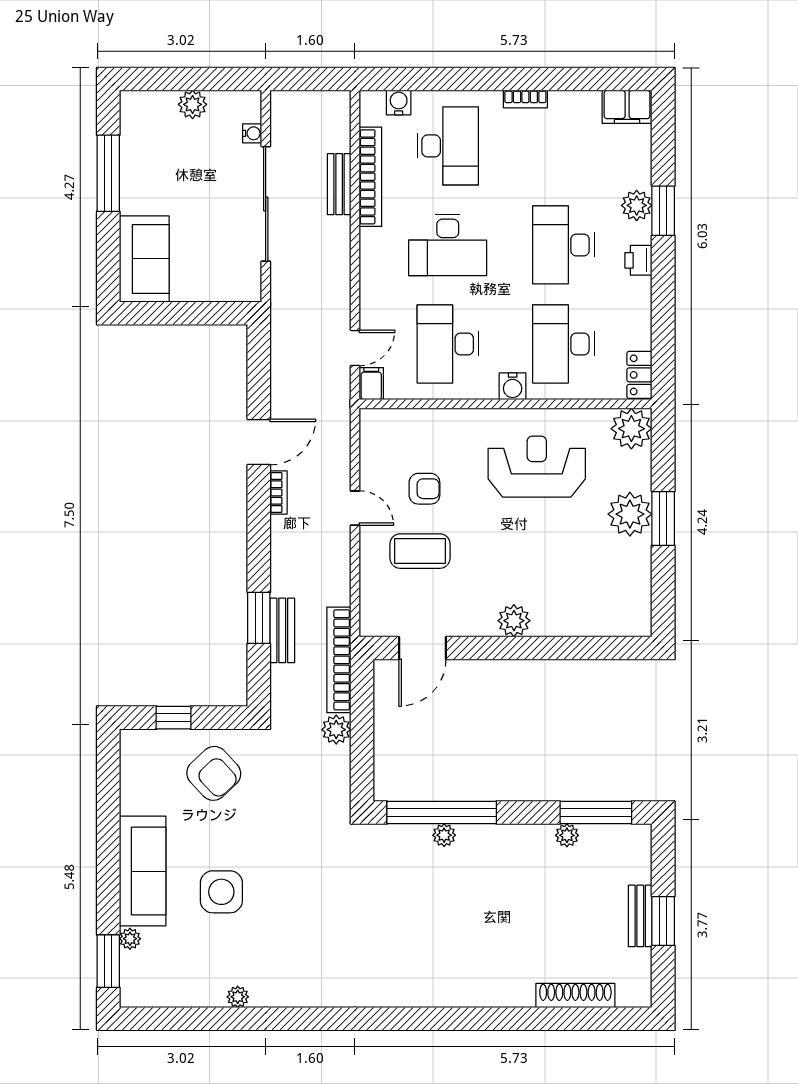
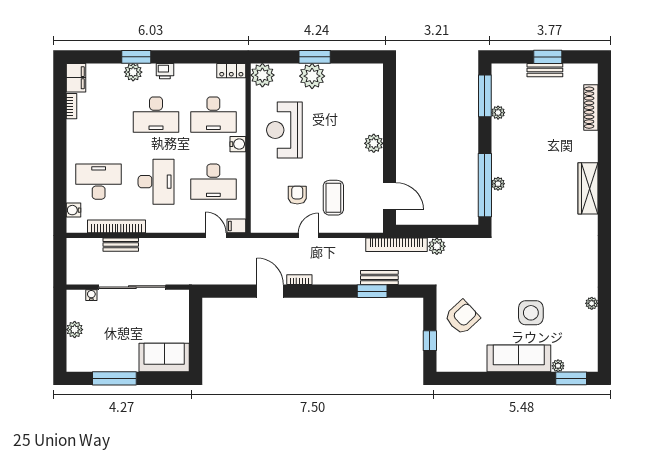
bookcase: (525, 99) -> (71, 106), moved
wardrobe: (436, 991) -> (588, 188), added

